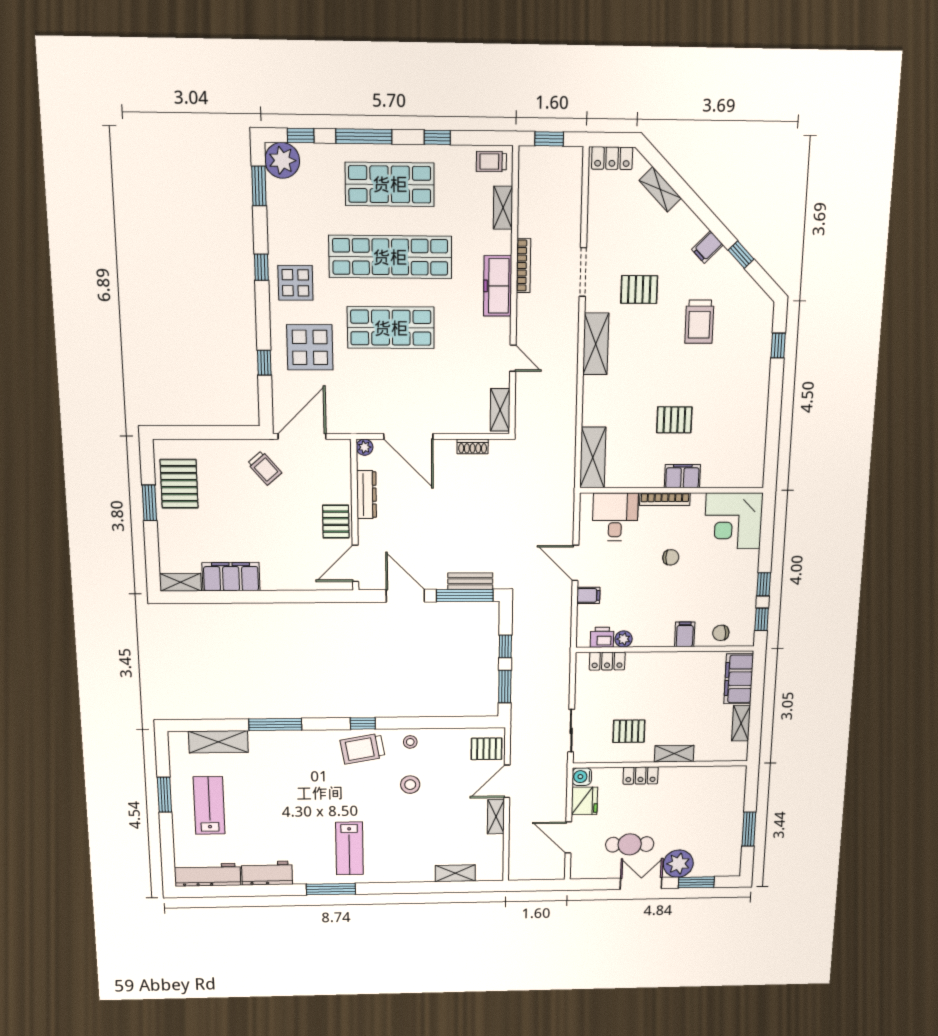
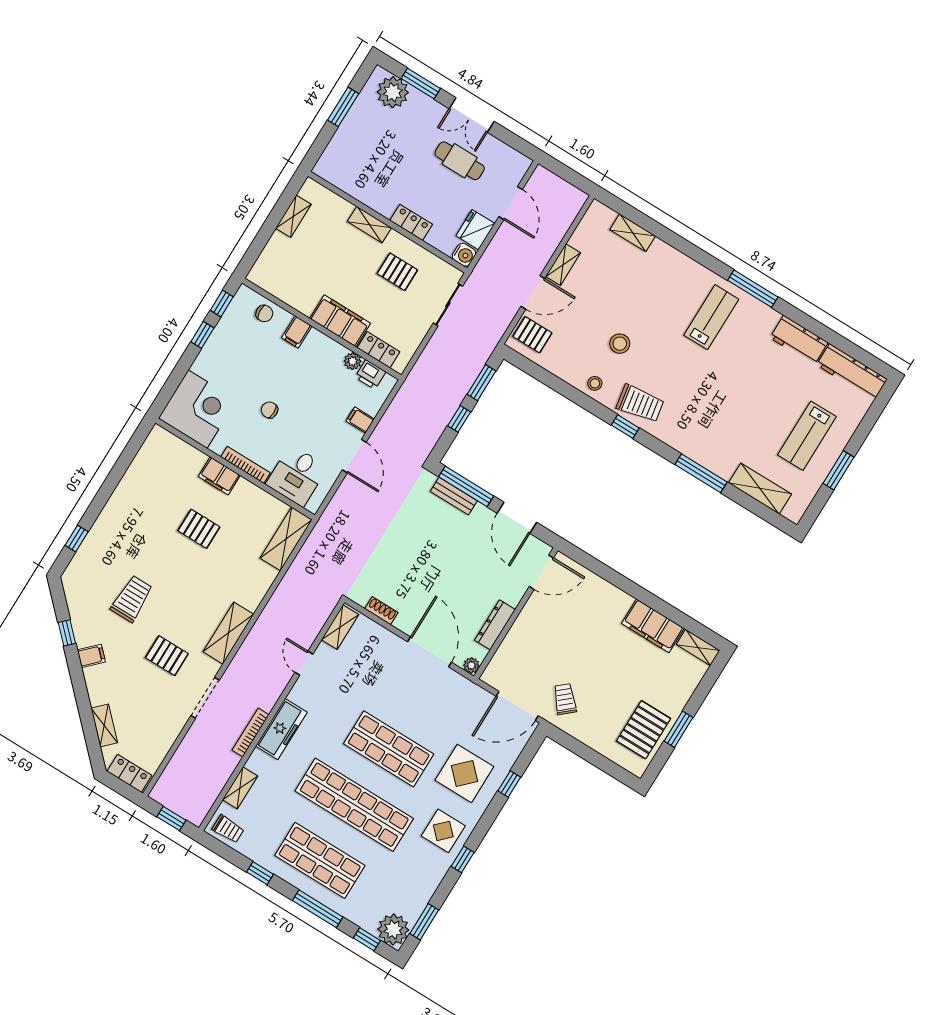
pallet: (336, 522) -> (535, 618), removed
filing cabinet: (739, 679) -> (340, 321), moved, turned -90
plant: (678, 864) -> (393, 92), moved

